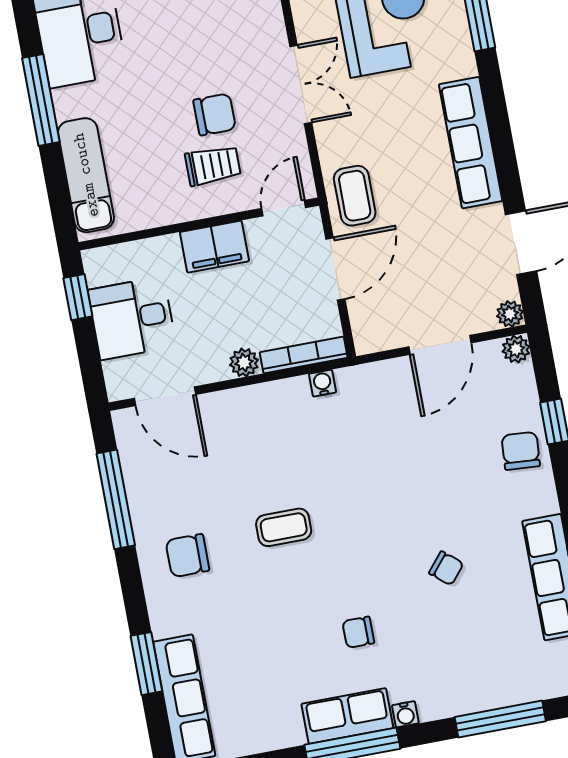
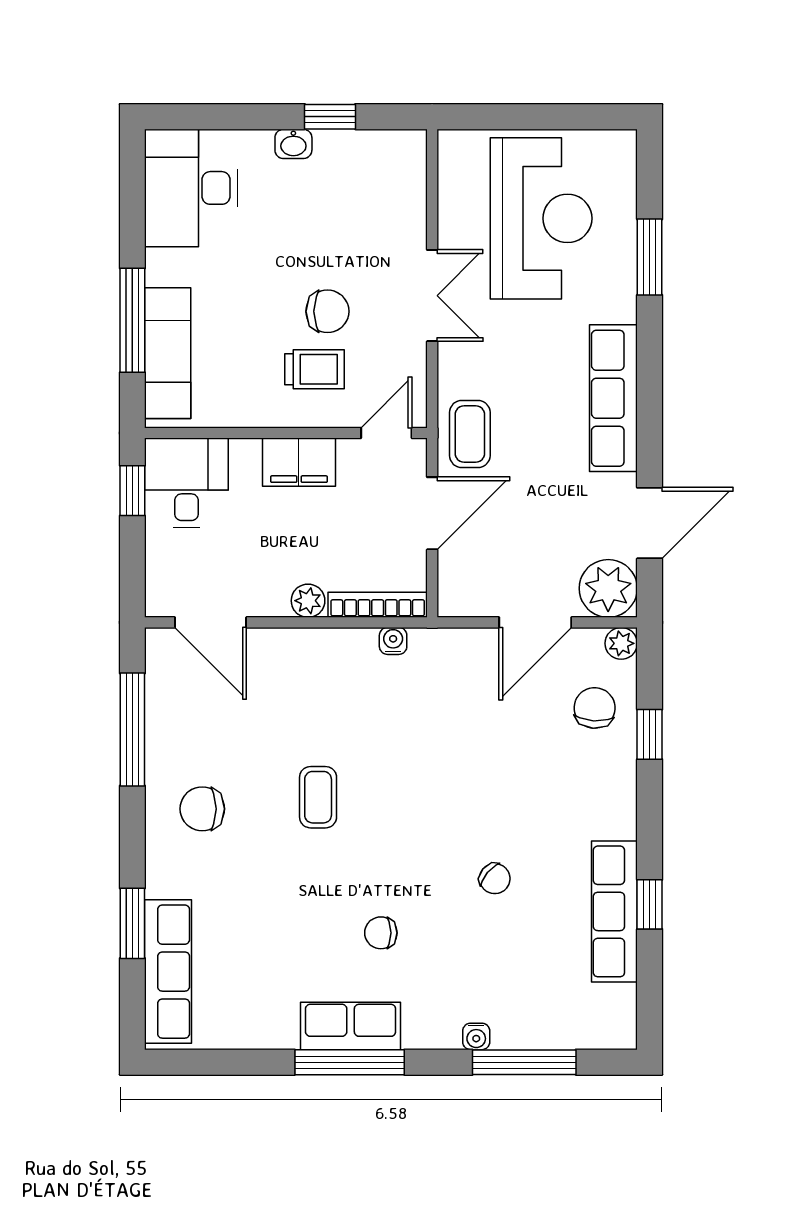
window: (41, 100) -> (132, 320), moved
plant: (510, 314) -> (608, 588), width x1.88, depth x1.88
desk: (132, 318) -> (186, 483), moved, turned 90
chair: (521, 451) -> (595, 708), moved
coffee table: (284, 527) -> (318, 797), turned 90
water cooler: (405, 714) -> (476, 1036), moved

